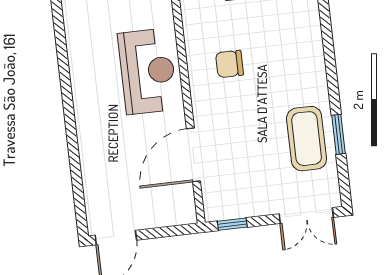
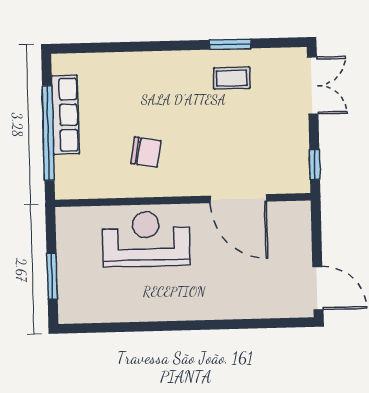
chair: (230, 64) -> (146, 152), turned -80
coffee table: (307, 139) -> (232, 78), width x0.54, depth x0.58

